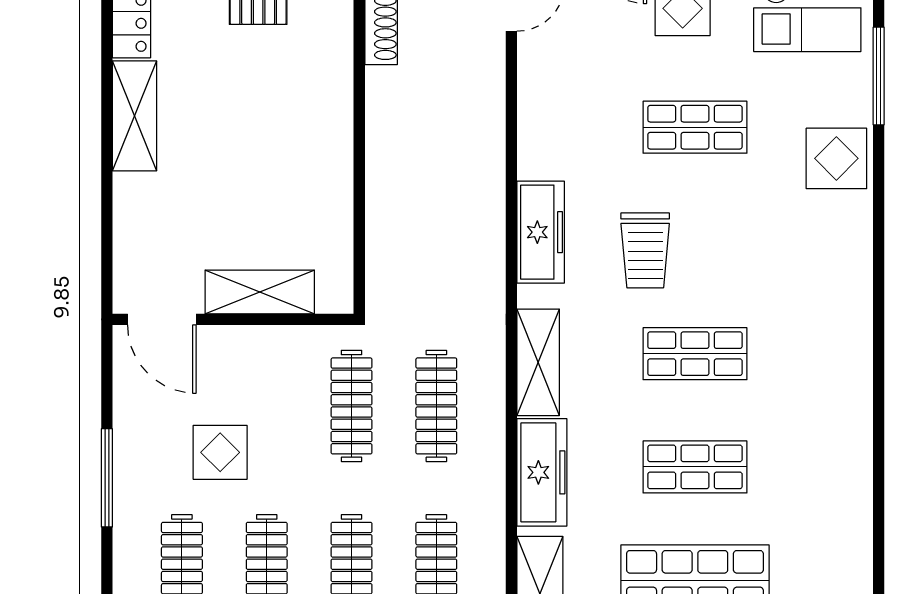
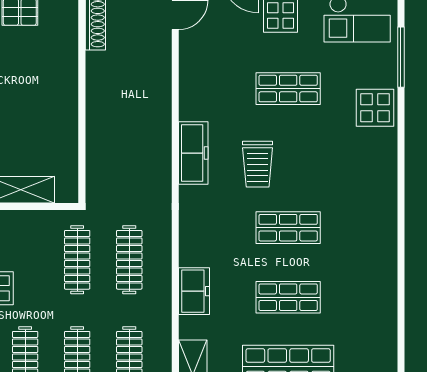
shelving: (538, 362) -> (192, 233), removed
freezer: (542, 472) -> (194, 291), width x0.71

